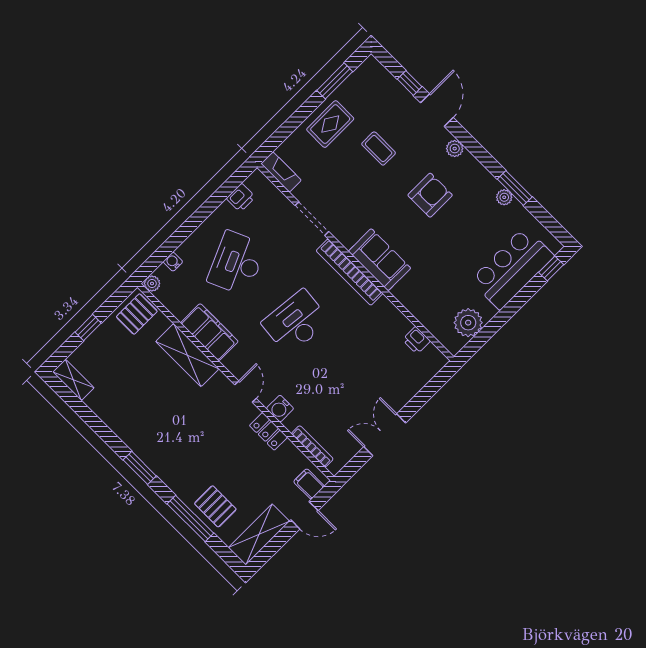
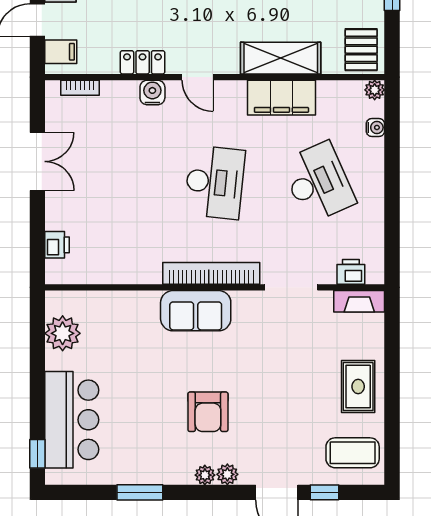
window: (335, 81) -> (392, 428), removed
coffee table: (379, 148) -> (353, 453), moved, width x1.36, depth x1.30
plant: (504, 197) -> (205, 475), moved
printer: (241, 198) -> (351, 272), moved, turned 90
printer: (416, 340) -> (57, 245), moved, turned 90
bookcase: (312, 446) -> (80, 88), width x0.64

